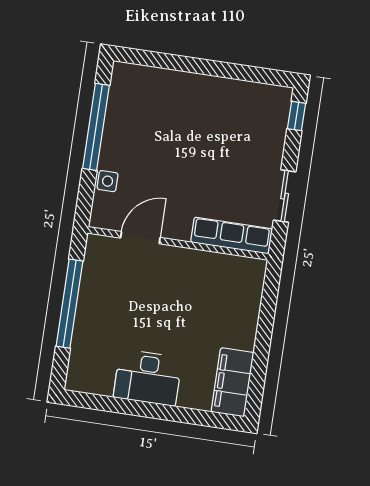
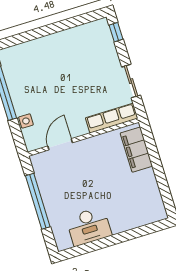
desk: (148, 378) -> (89, 226), moved
filing cabinet: (232, 382) -> (136, 150), moved

